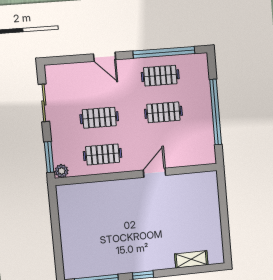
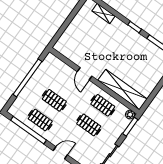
door: (105, 57) -> (60, 153), hinge flipped
door: (155, 173) -> (85, 74), hinge flipped
shelving: (95, 192) -> (123, 90), added

